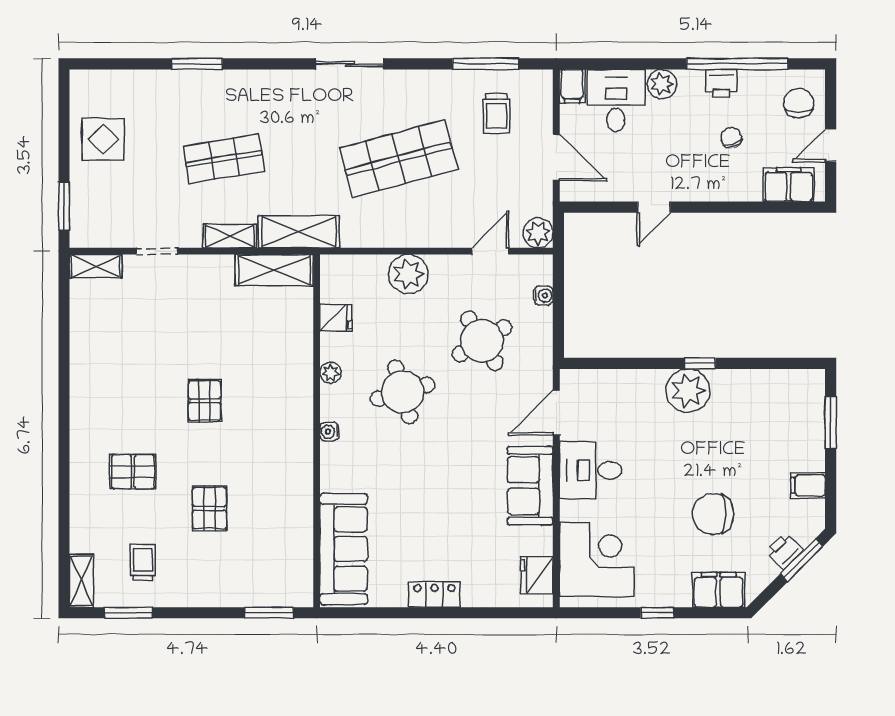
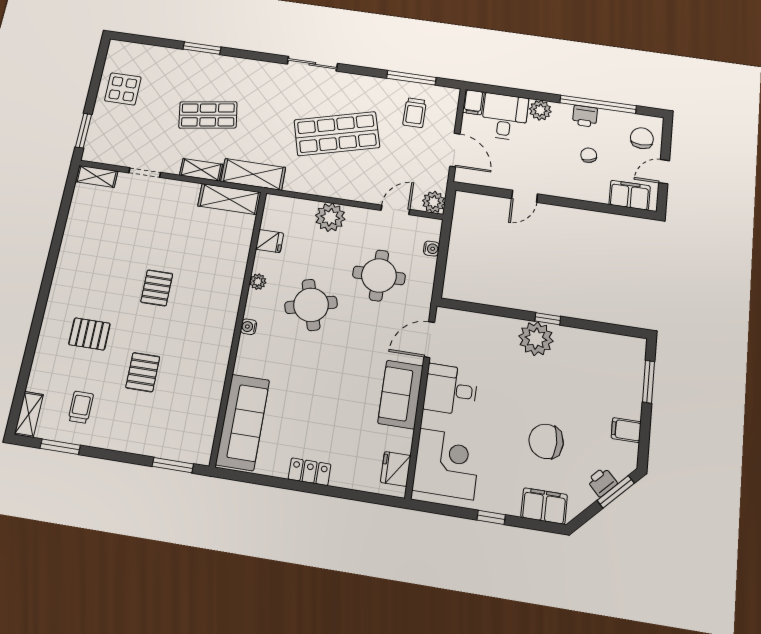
round table: (482, 341) -> (379, 275), turned 31

